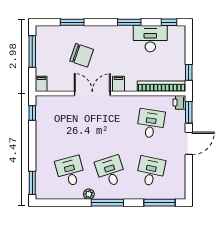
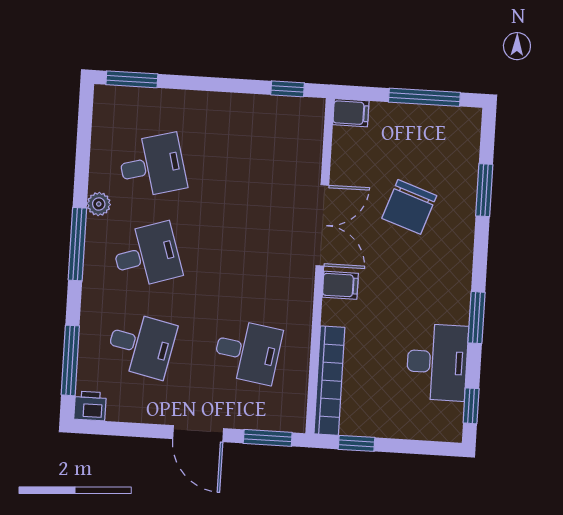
printer: (179, 102) -> (90, 406), moved

